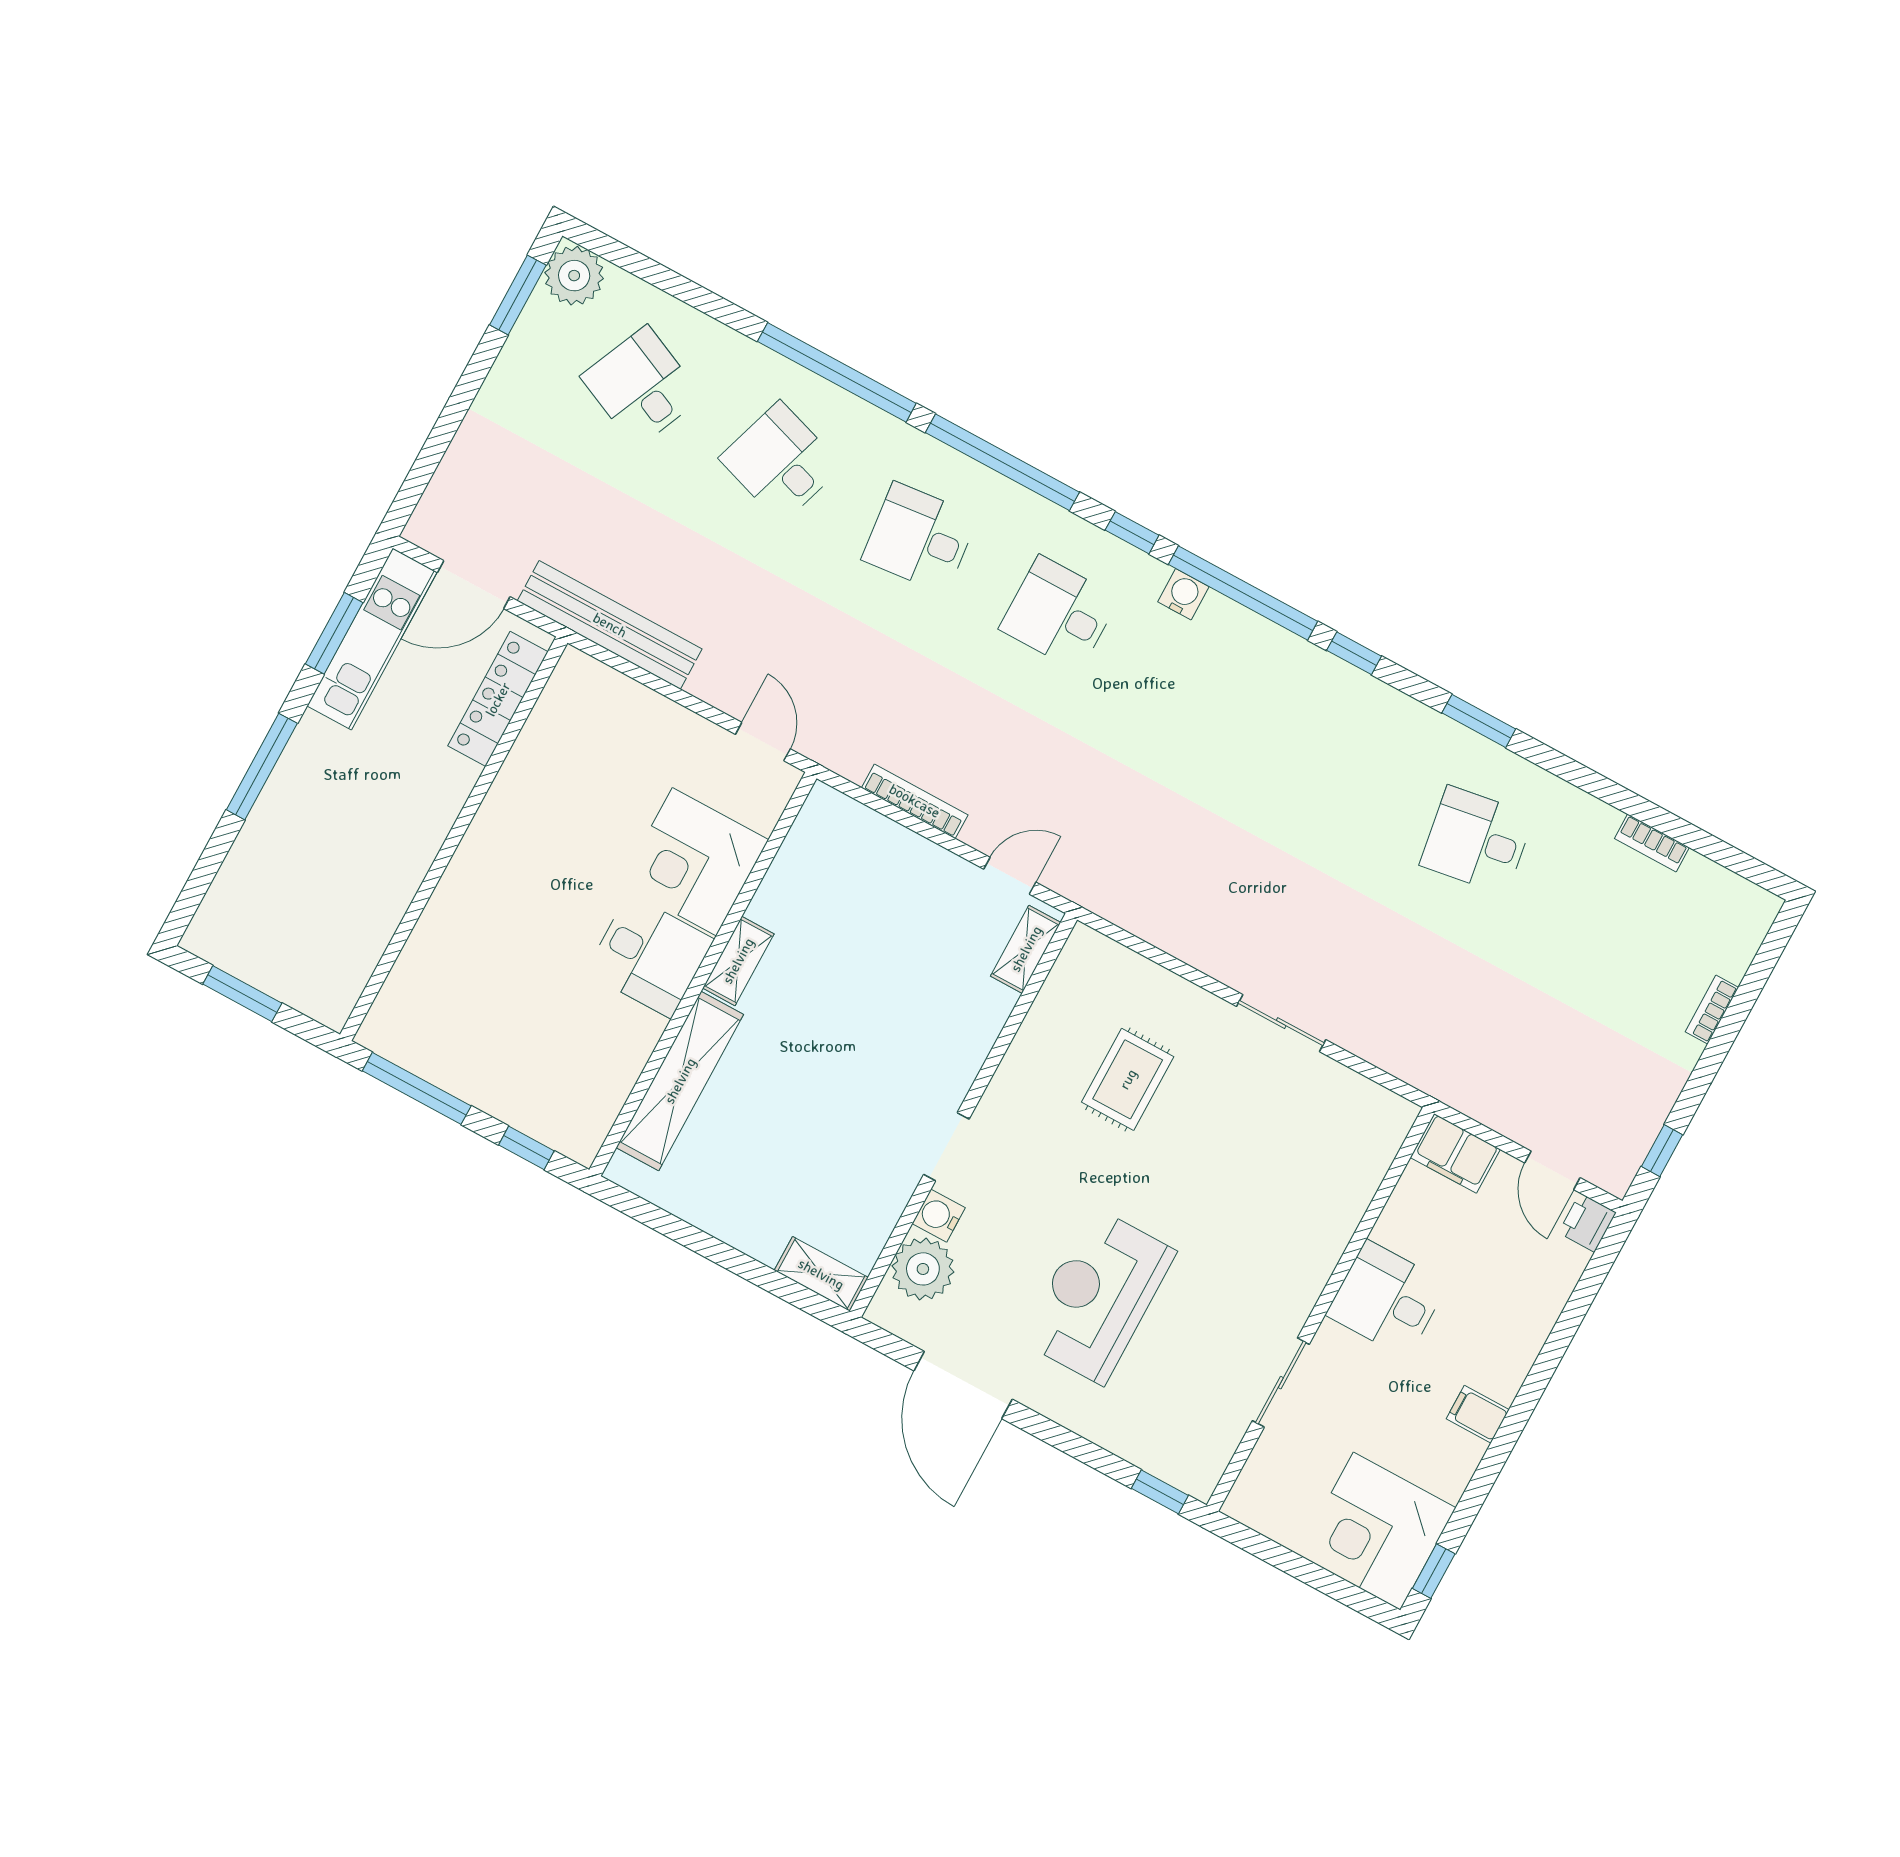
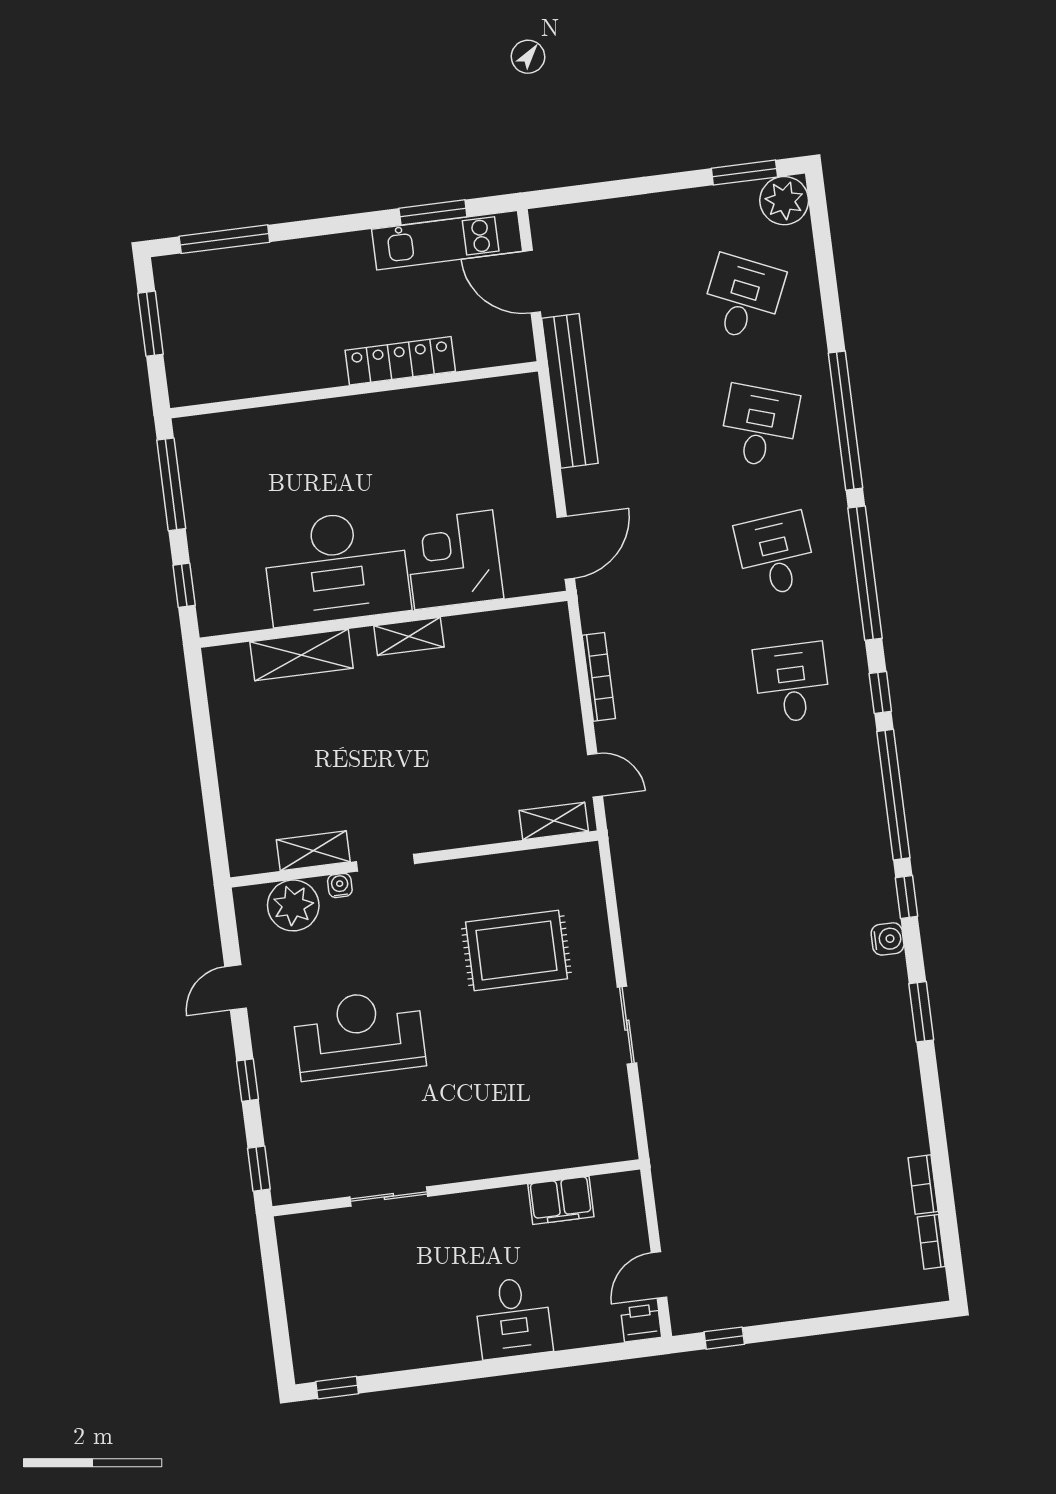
water cooler: (1183, 594) -> (888, 939), moved
locker: (498, 699) -> (400, 361), moved
door: (763, 742) -> (566, 548), width x1.38
window: (262, 767) -> (224, 239), moved
desk: (1477, 840) -> (841, 1067), removed
desk: (650, 956) -> (336, 567), width x1.87, depth x1.30
bookcase: (1712, 1010) -> (931, 1242), moved, turned -90
rug: (1128, 1079) -> (516, 950), width x1.36, depth x1.43
shelving: (680, 1081) -> (302, 655), width x0.68
filing cabinet: (1455, 1153) -> (561, 1200), moved, turned -90
water cooler: (939, 1216) -> (340, 885), width x0.72, depth x0.72
shelving: (821, 1274) -> (313, 851), moved, turned 90
desk: (1387, 1299) -> (513, 1318), moved, turned 180
door: (963, 1385) -> (236, 987), width x0.53
filing cabinet: (1478, 1414) -> (462, 1342), removed
window: (1064, 1440) -> (248, 1080), added
corner desk: (1377, 1531) -> (336, 1331), removed

